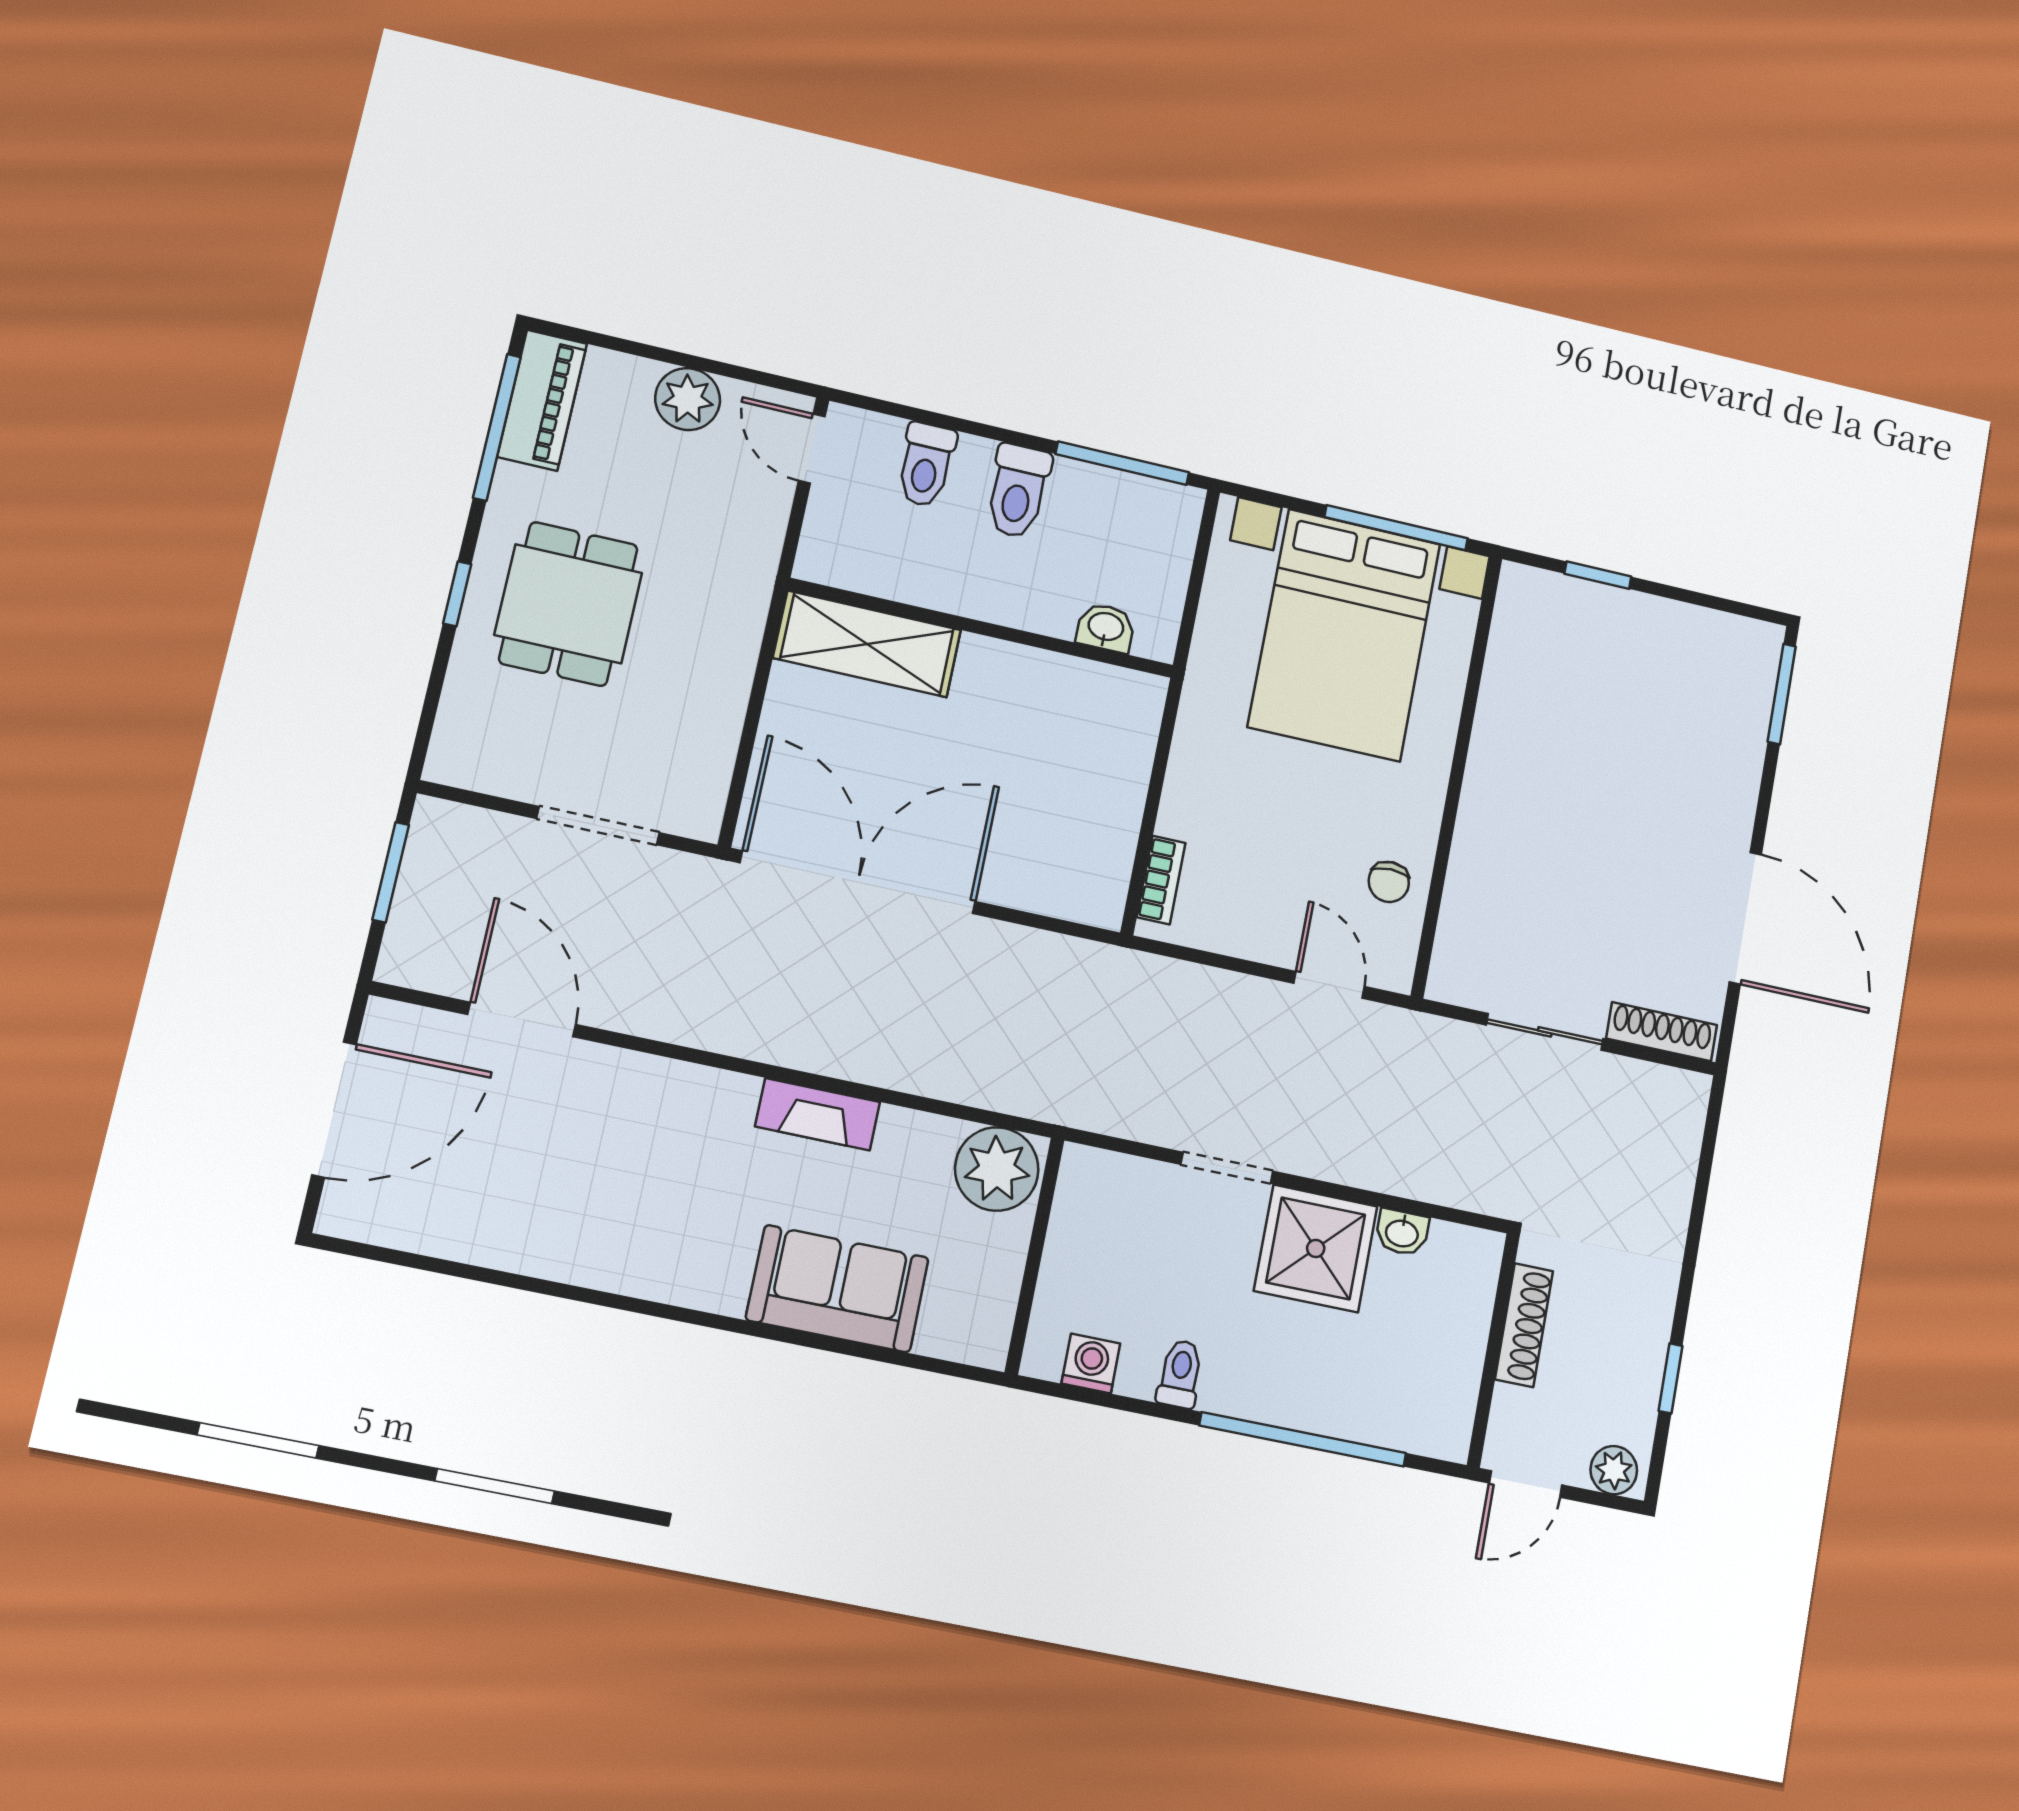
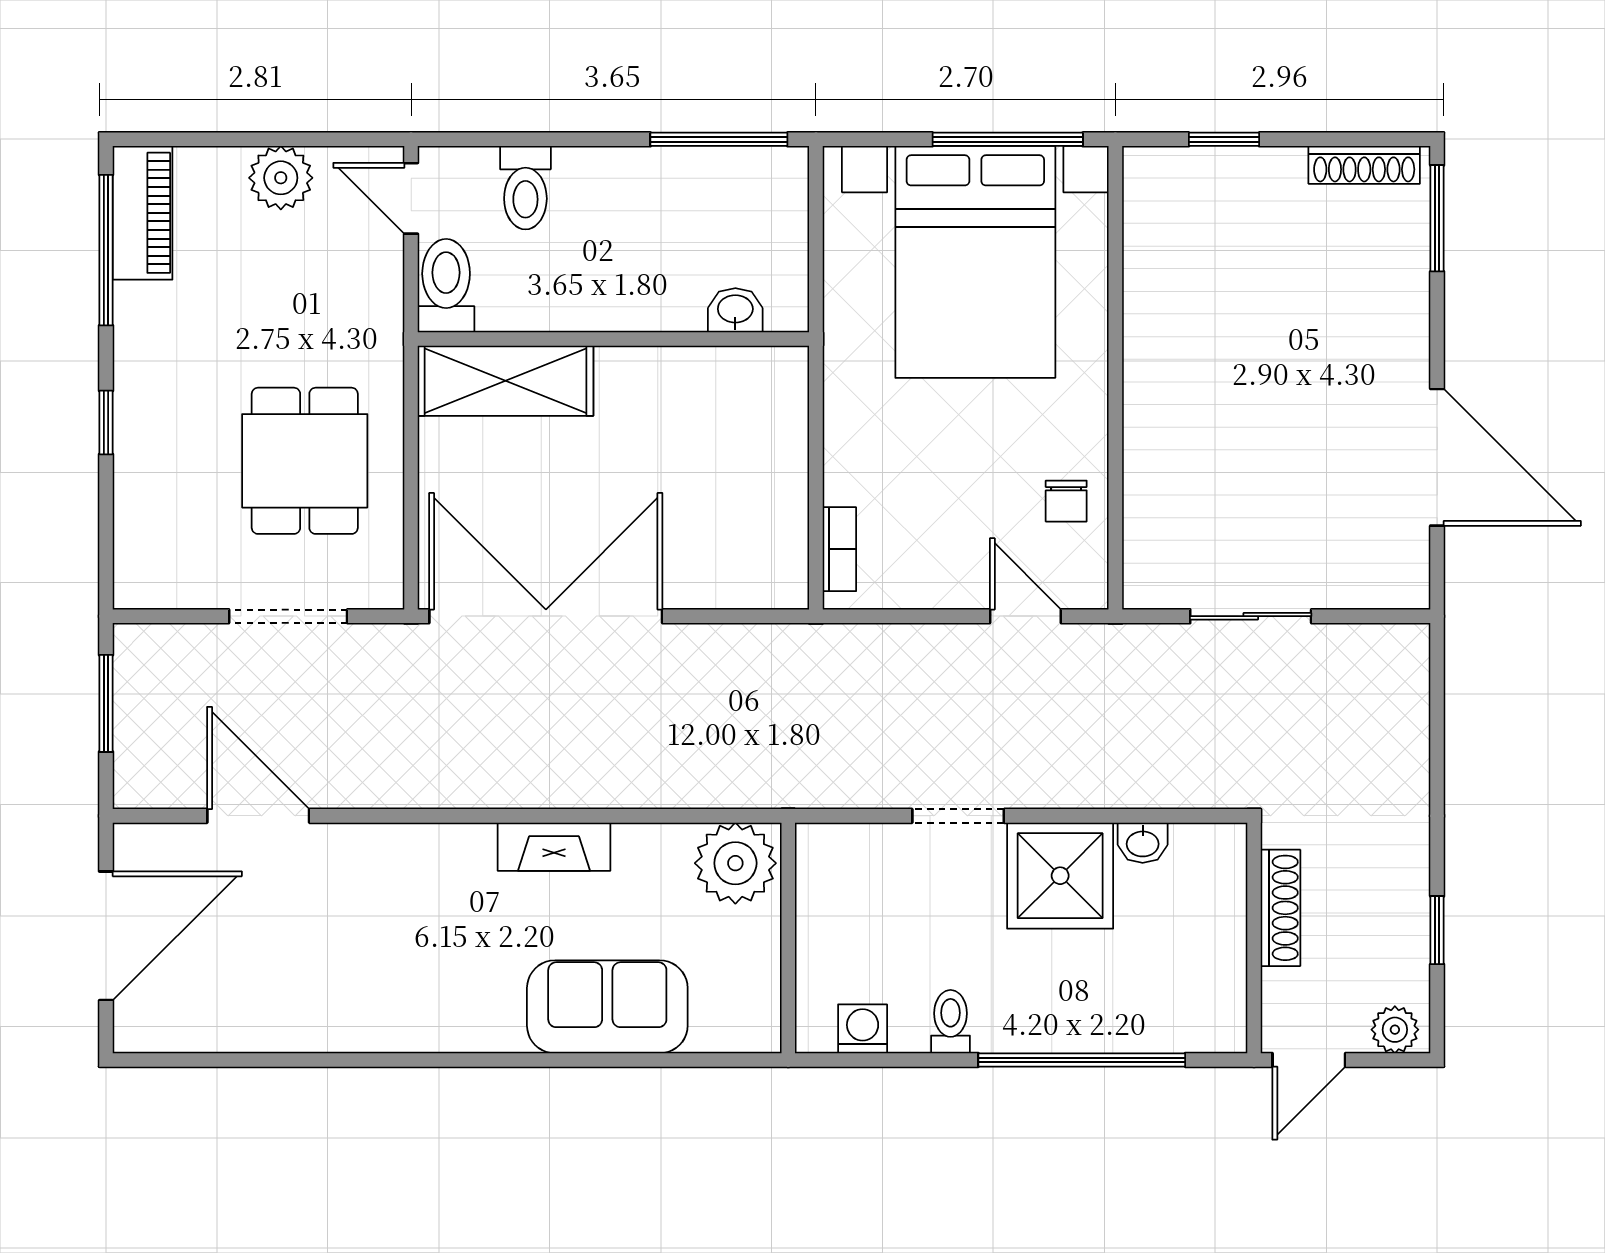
toilet: (1018, 491) -> (446, 286), moved, turned 180
dining table: (568, 604) -> (305, 461), moved
shoe rack: (1662, 1032) -> (1364, 165), moved, turned 180

